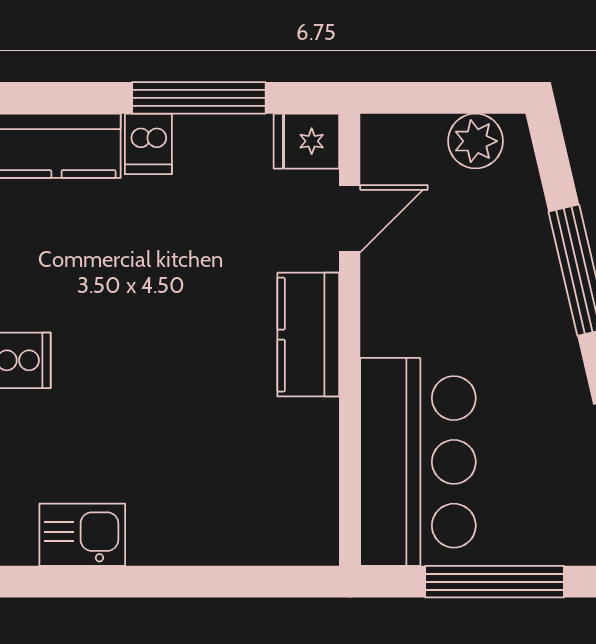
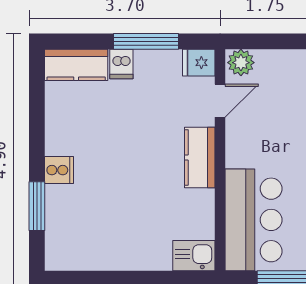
plant: (475, 141) -> (241, 63), moved
kitchen sink: (82, 535) -> (194, 256), moved

